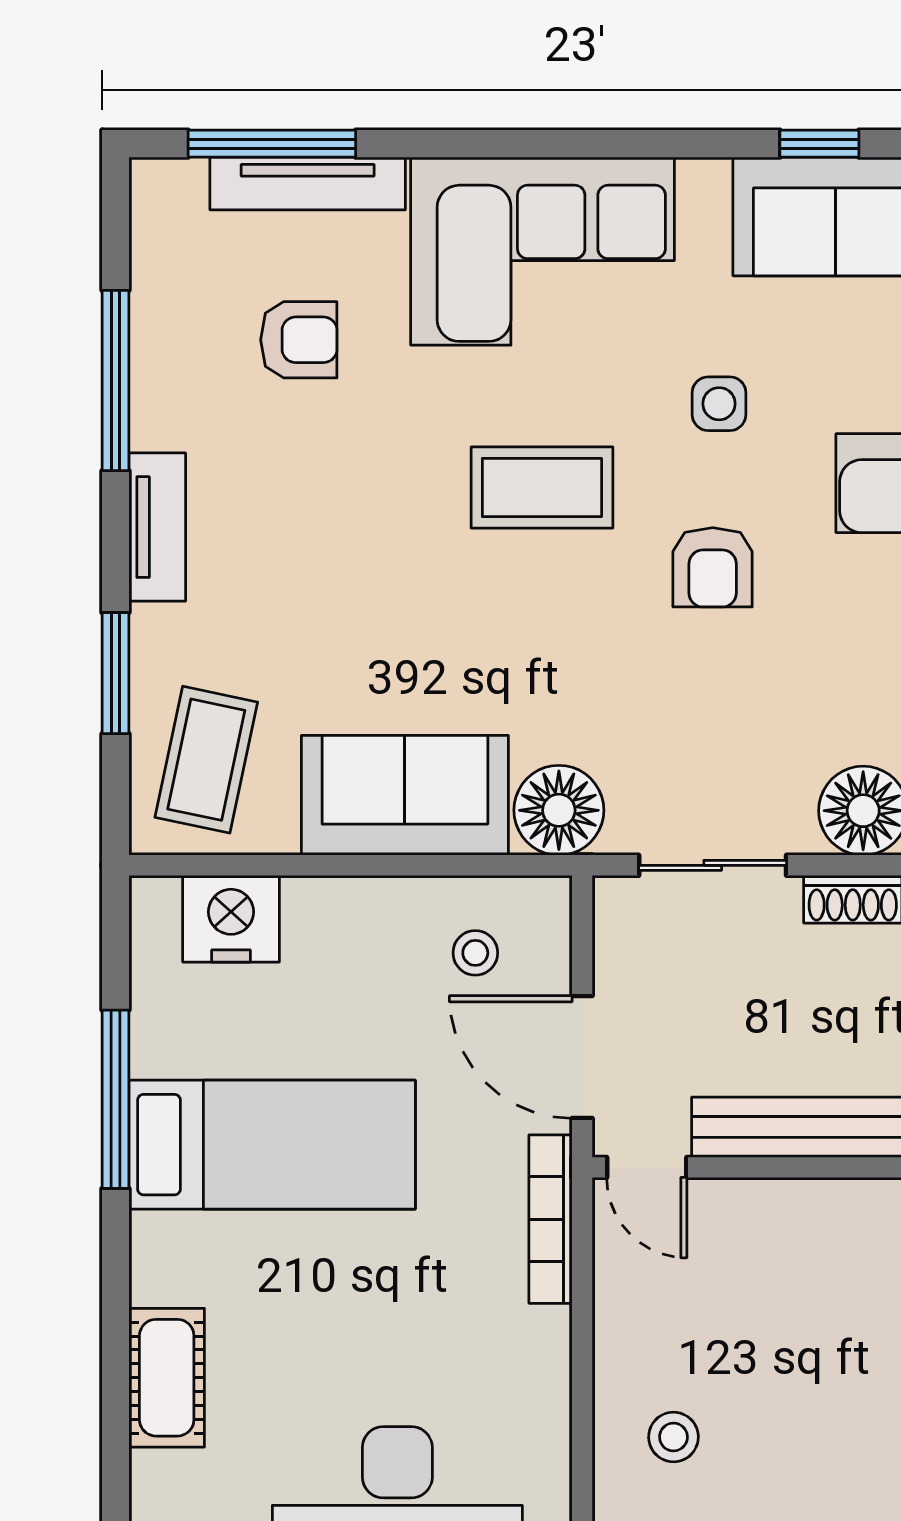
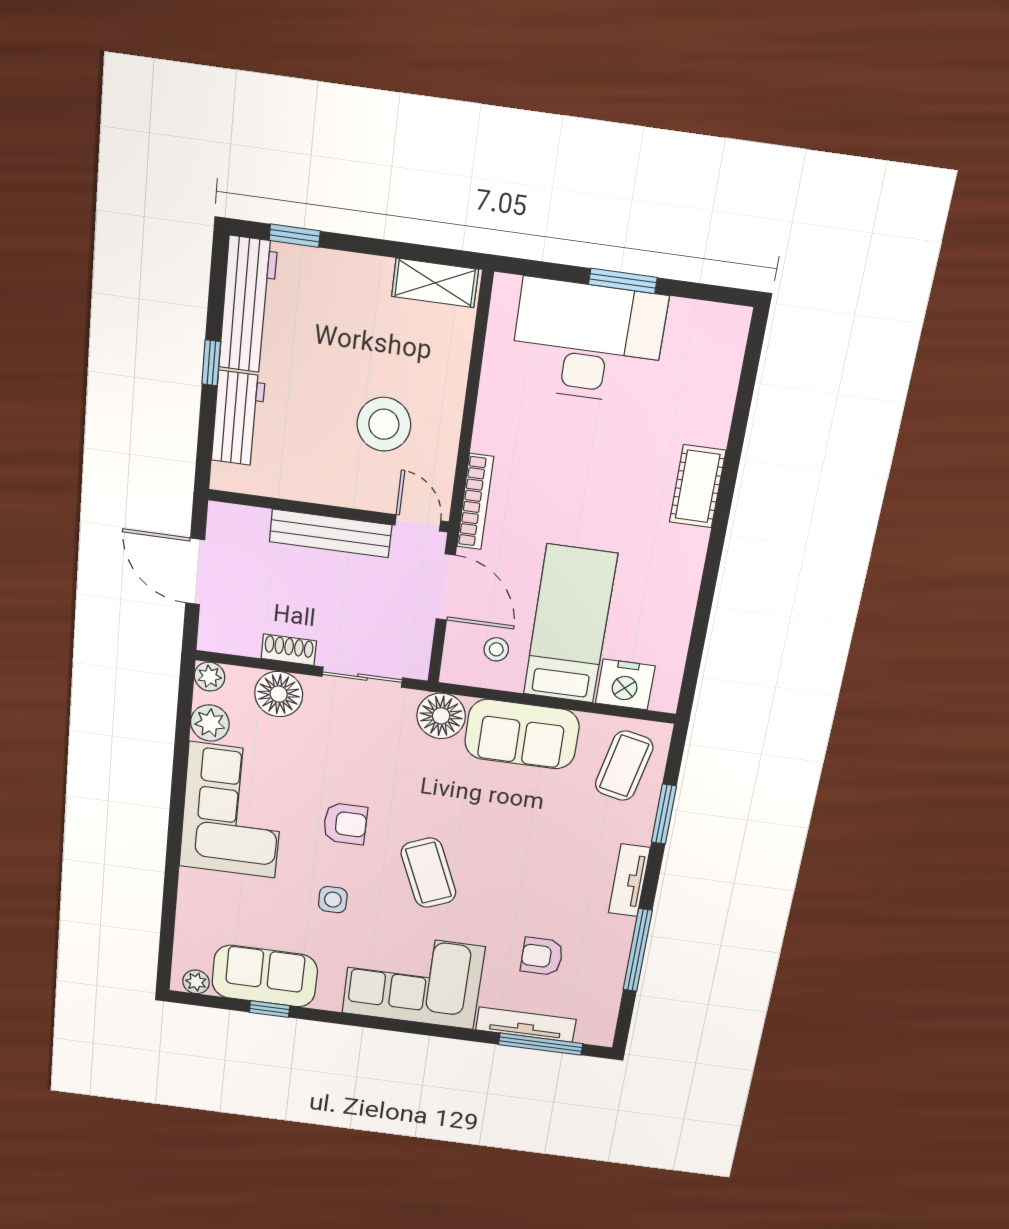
coffee table: (542, 488) -> (428, 873), turned 67
armchair: (713, 567) -> (345, 824), turned 90
window: (116, 1099) -> (705, 599), removed
bed: (272, 1145) -> (570, 624), moved, turned 90
cot: (167, 1378) -> (698, 486), moved
stool: (673, 1437) -> (384, 424), moved, width x1.89, depth x1.89

